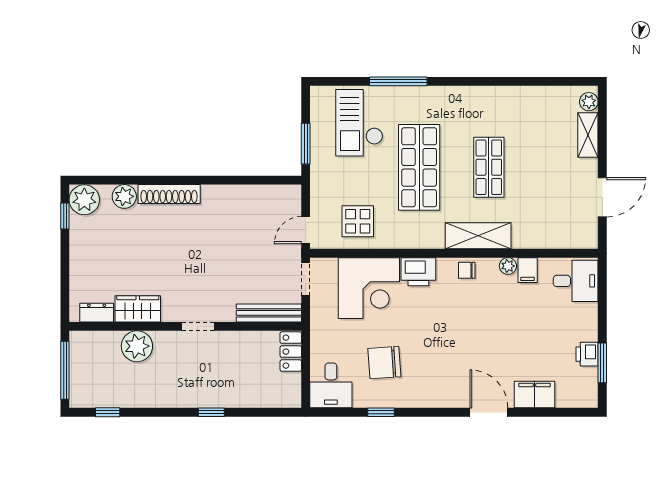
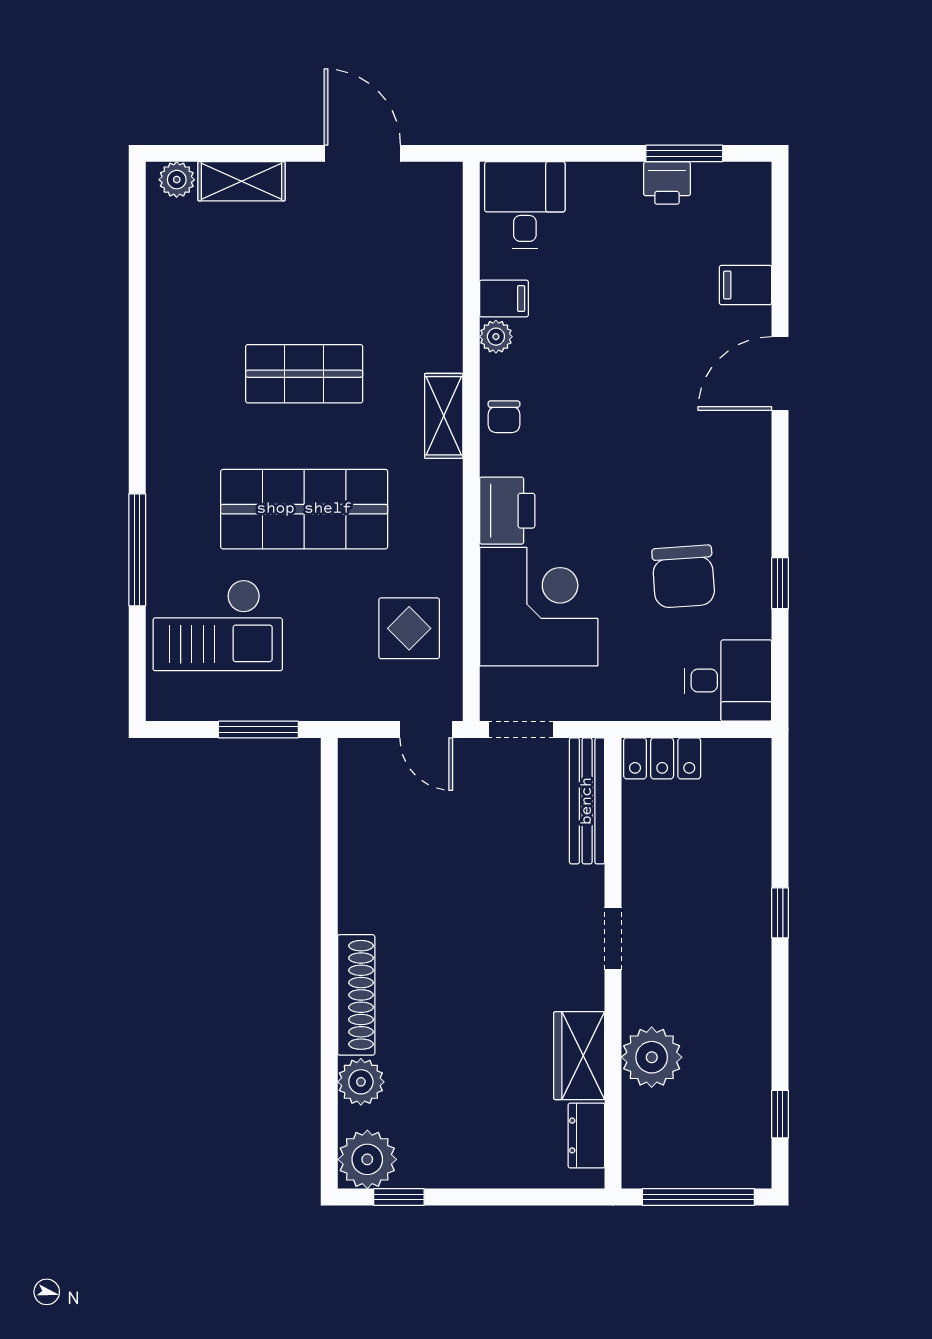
shelving: (478, 236) -> (444, 416), width x0.67, depth x0.75
filing cabinet: (534, 395) -> (746, 285), width x0.50

